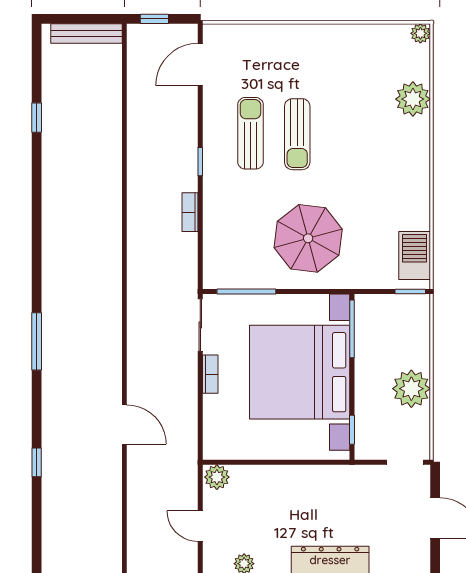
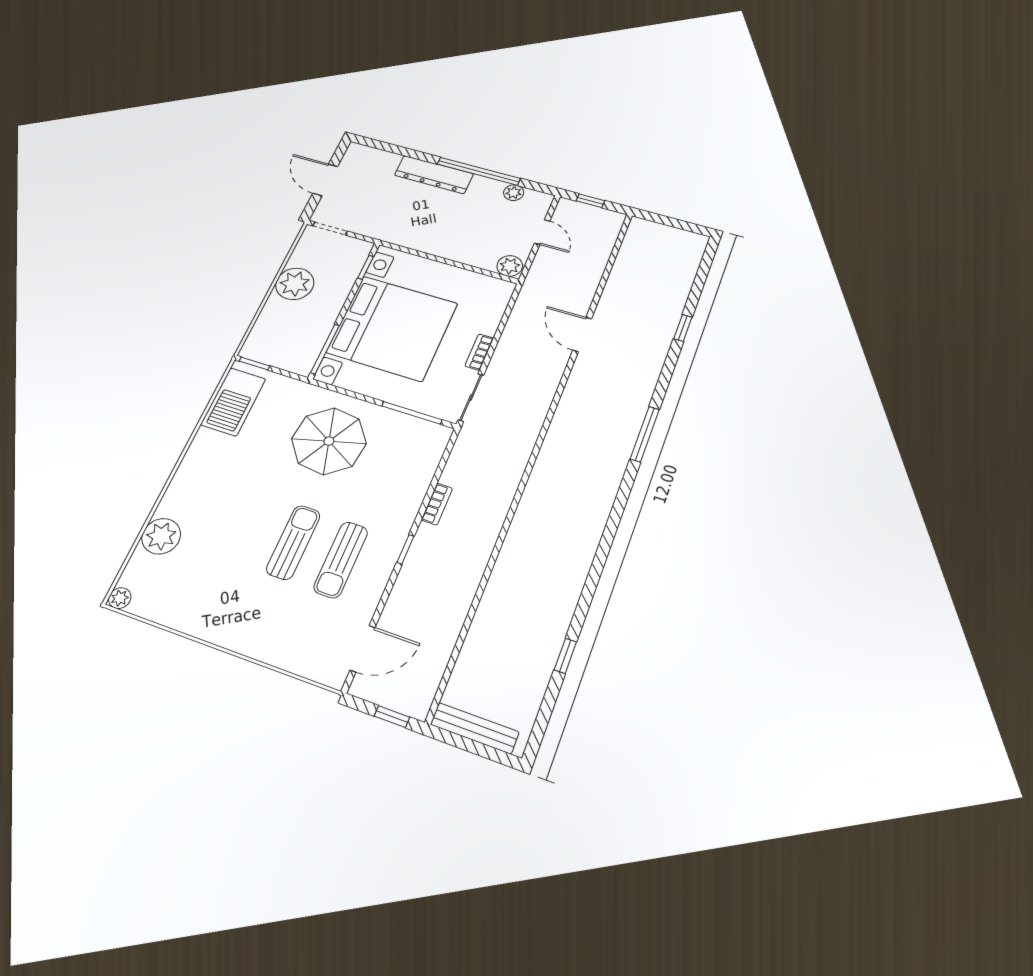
barbecue: (415, 255) -> (233, 402), width x1.37, depth x1.21

